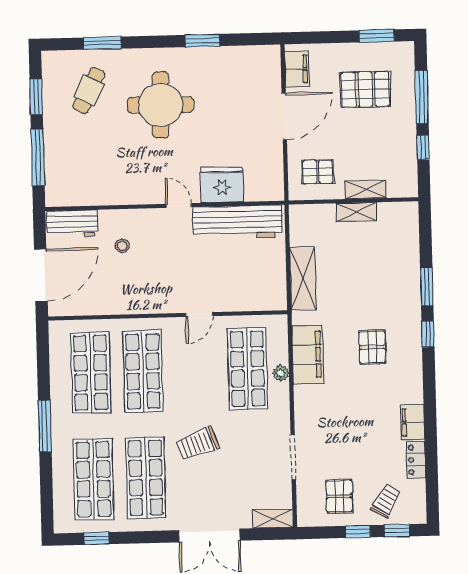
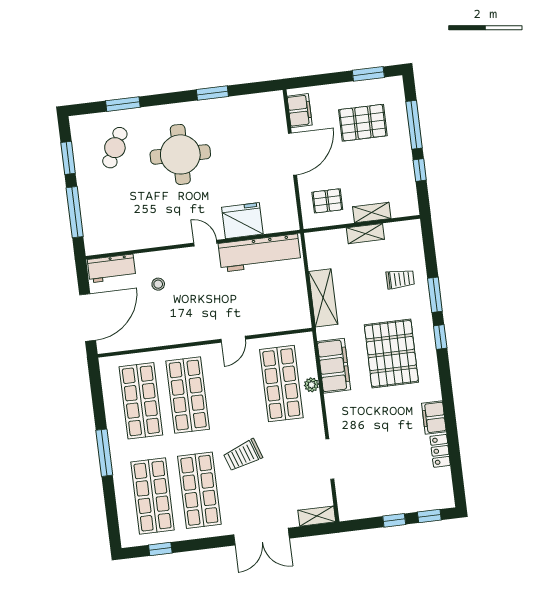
pallet: (372, 347) -> (391, 354), width x2.05, depth x2.00
pallet: (339, 496) -> (375, 490), removed
trolley: (386, 501) -> (400, 279), moved, turned 59

